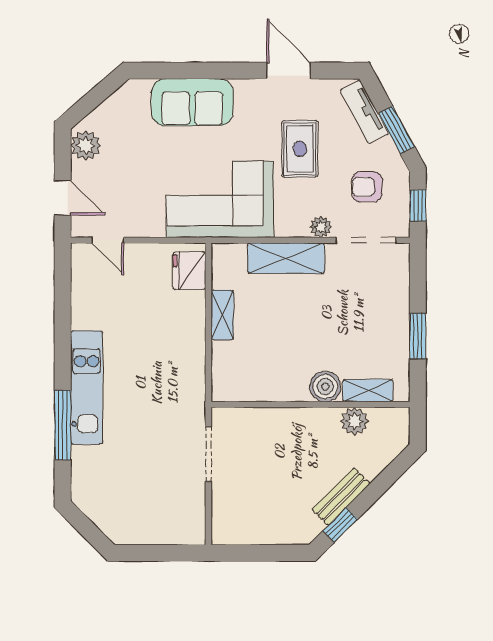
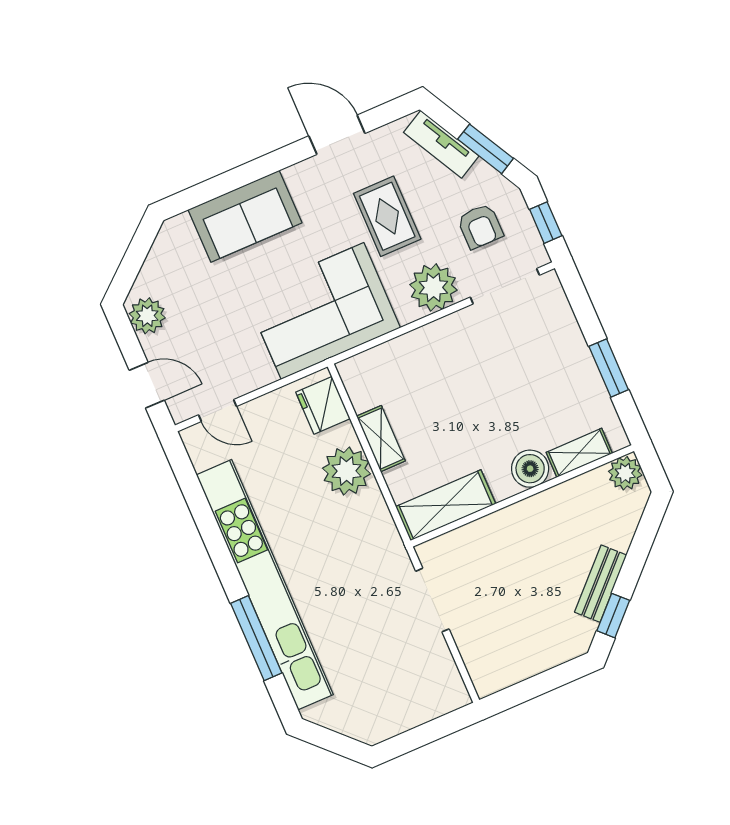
armchair: (367, 187) -> (480, 226), turned -90
plant: (321, 227) -> (433, 287), width x1.88, depth x1.88
shelving: (286, 258) -> (446, 505), moved
plant: (186, 328) -> (347, 471), added
kitchen unit: (87, 387) -> (265, 585), width x1.86
plant: (354, 421) -> (625, 473), moved

